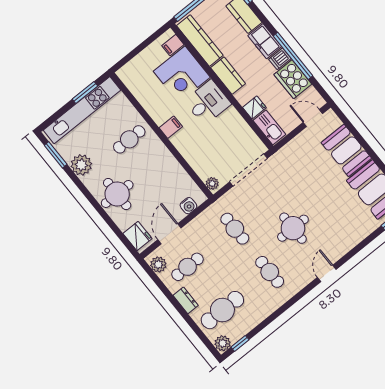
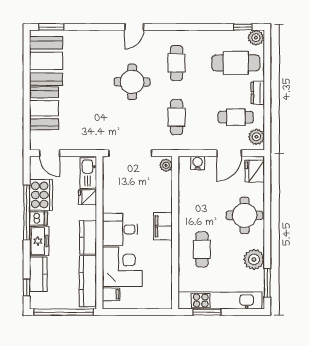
filing cabinet: (171, 127) -> (163, 226), width x2.00
cafe table: (129, 139) -> (202, 249), turned 90

